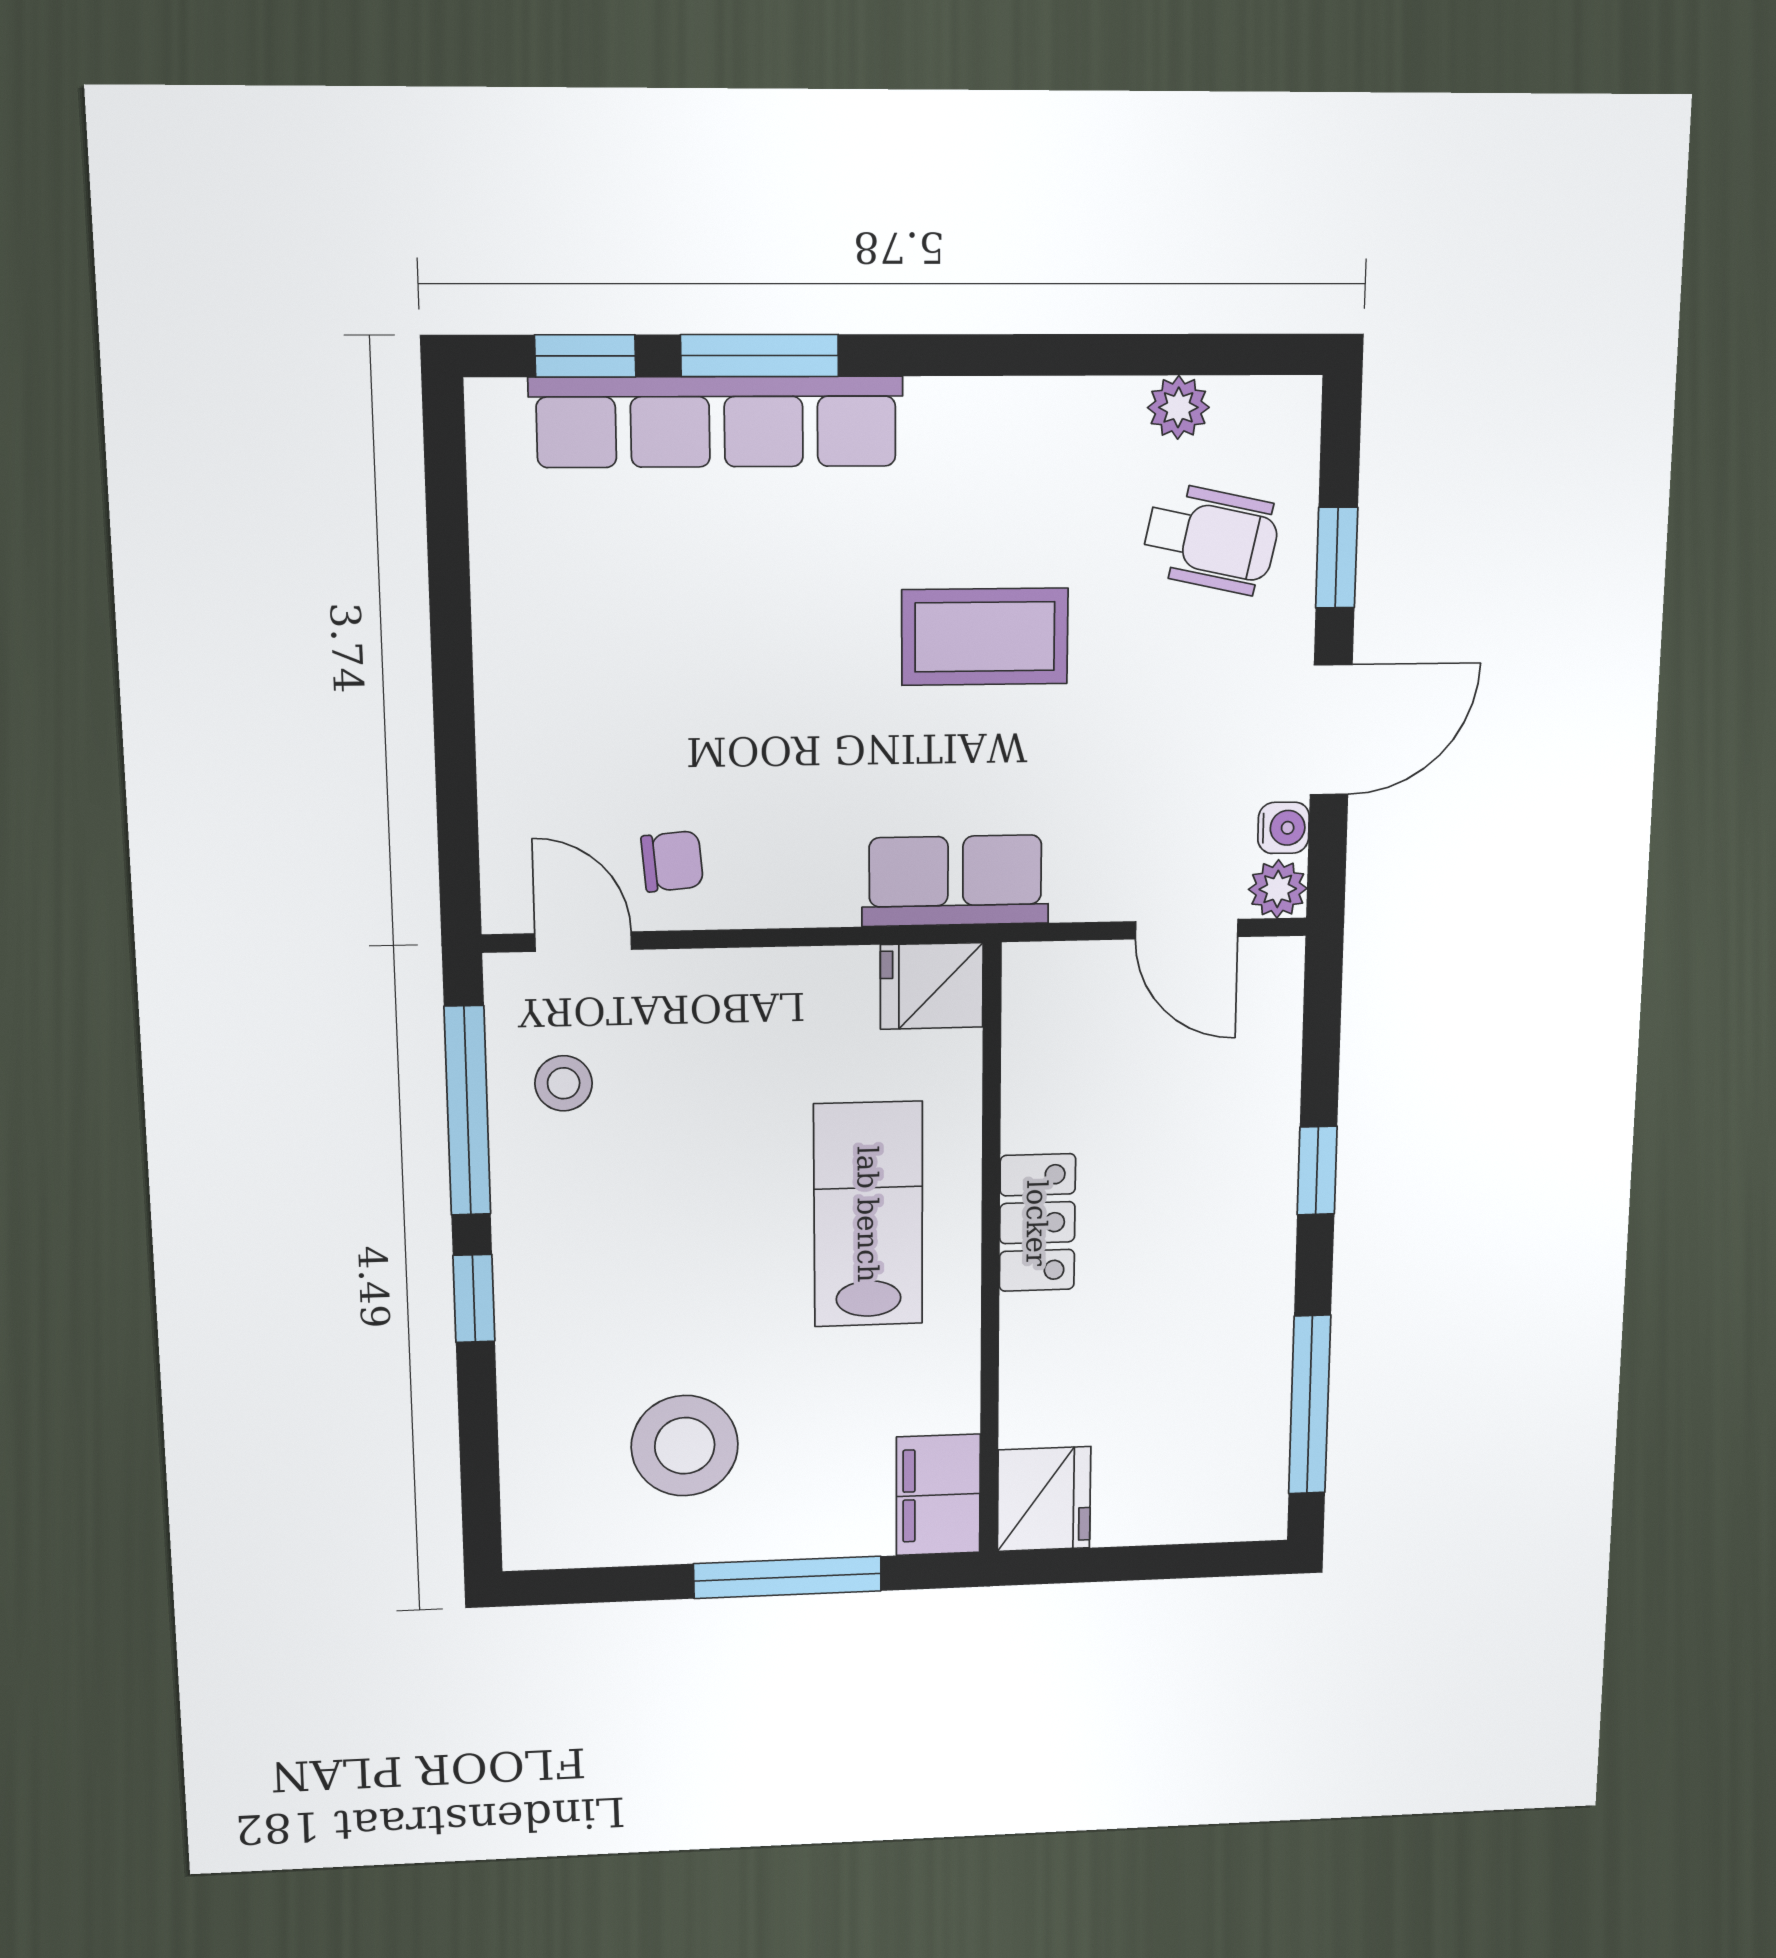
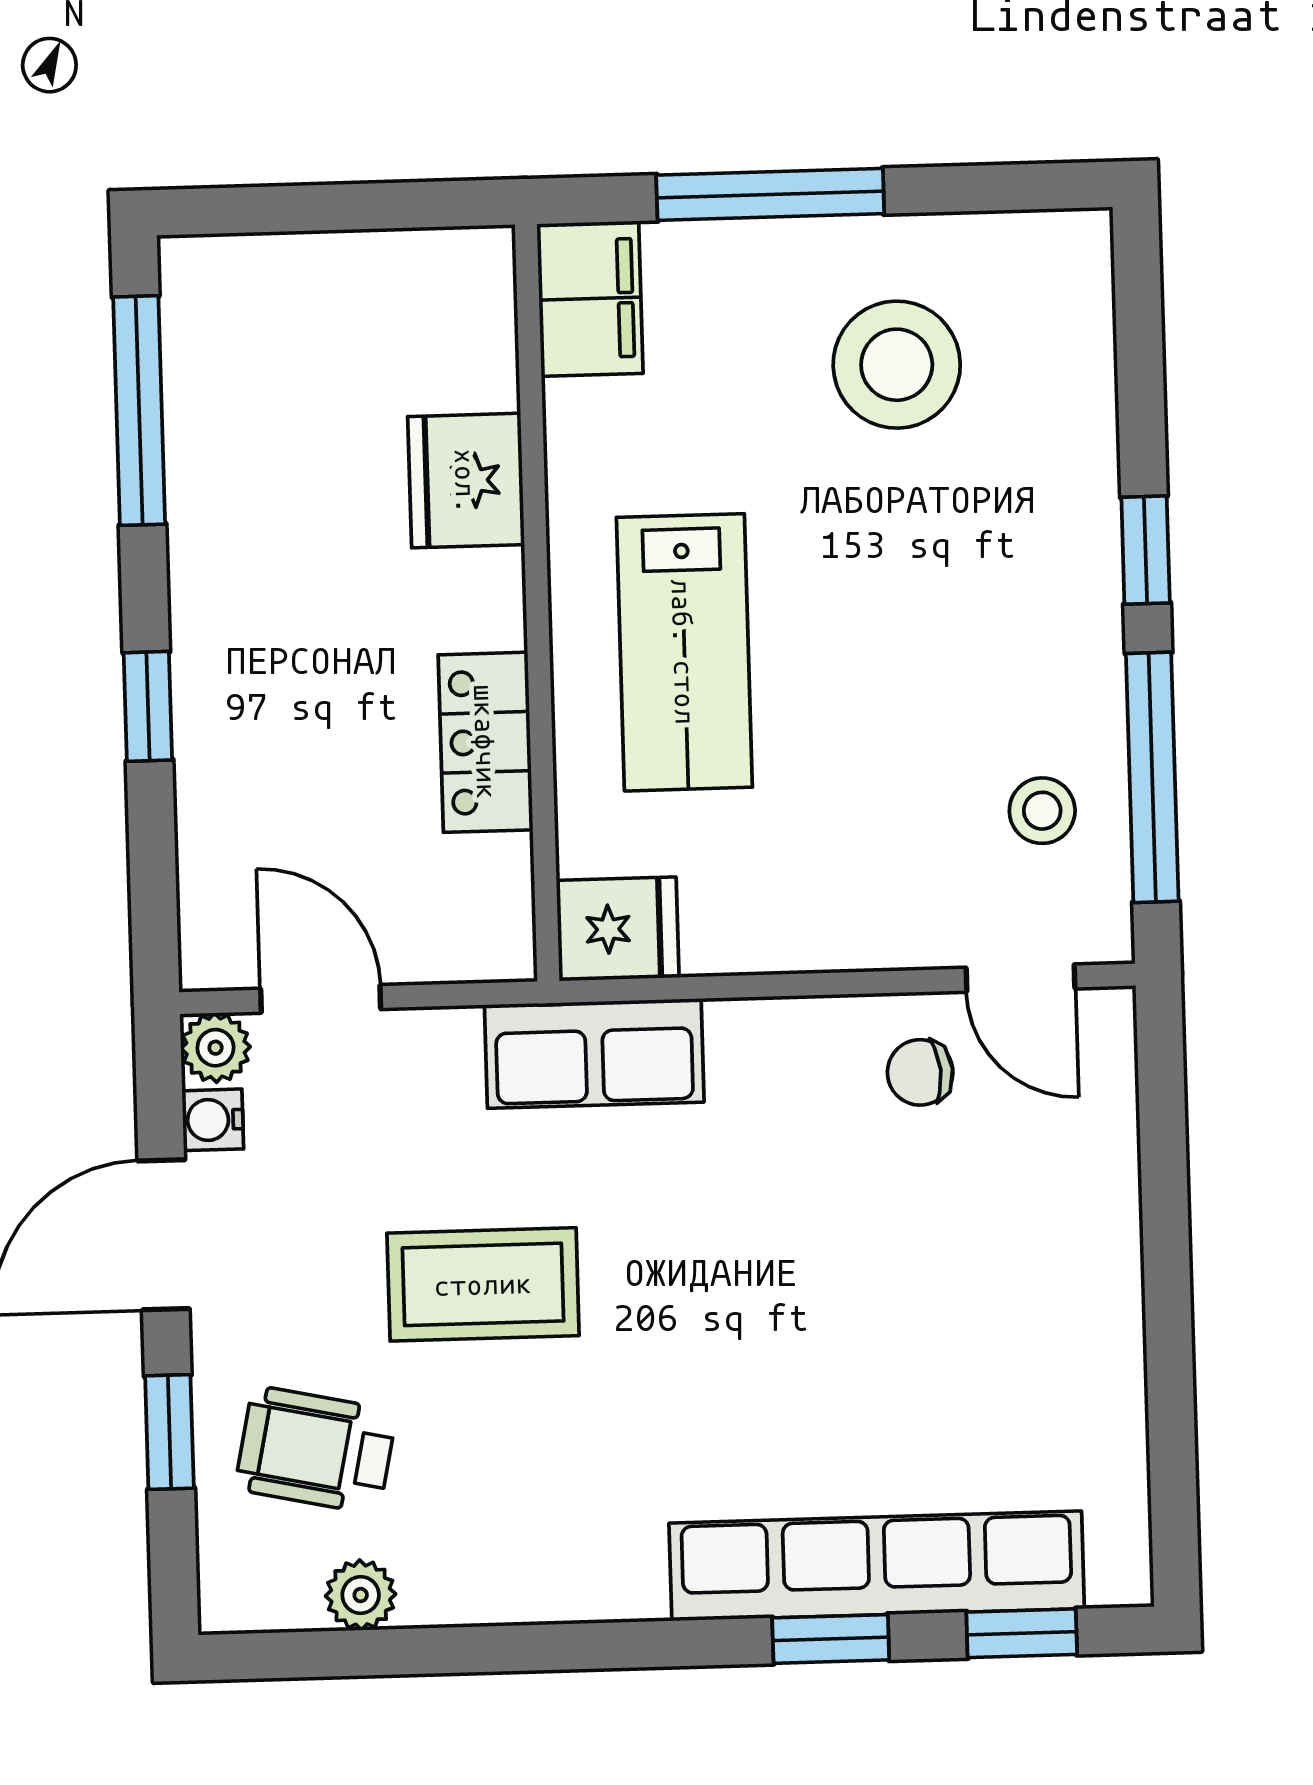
window: (760, 356) -> (831, 1639), width x0.67
coffee table: (985, 637) -> (483, 1284), moved
locker: (1037, 1223) -> (486, 742), moved
fridge: (1044, 1499) -> (466, 481), moved

